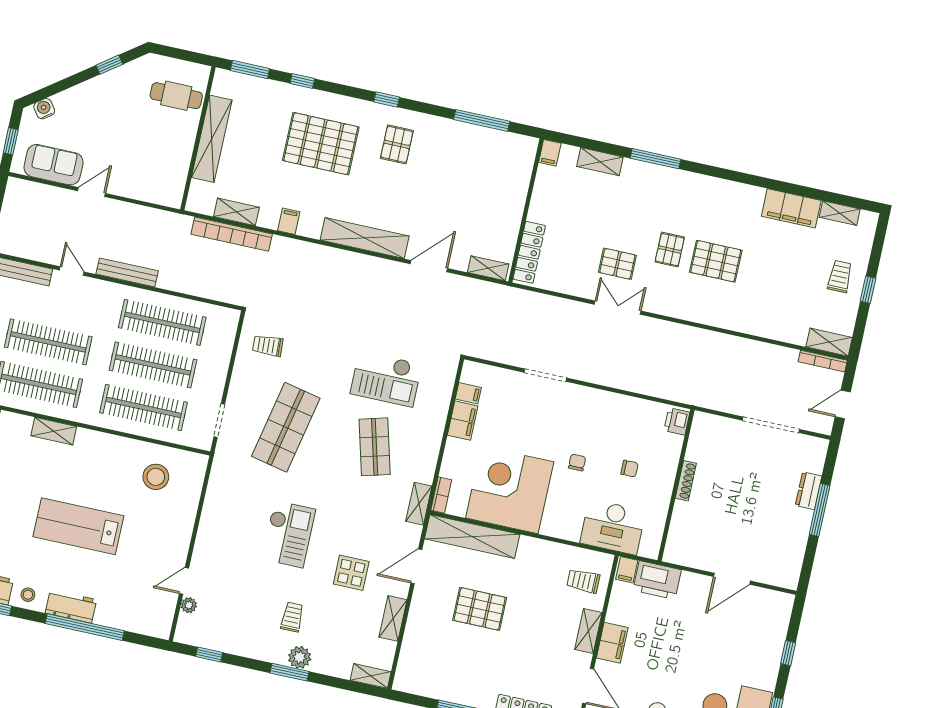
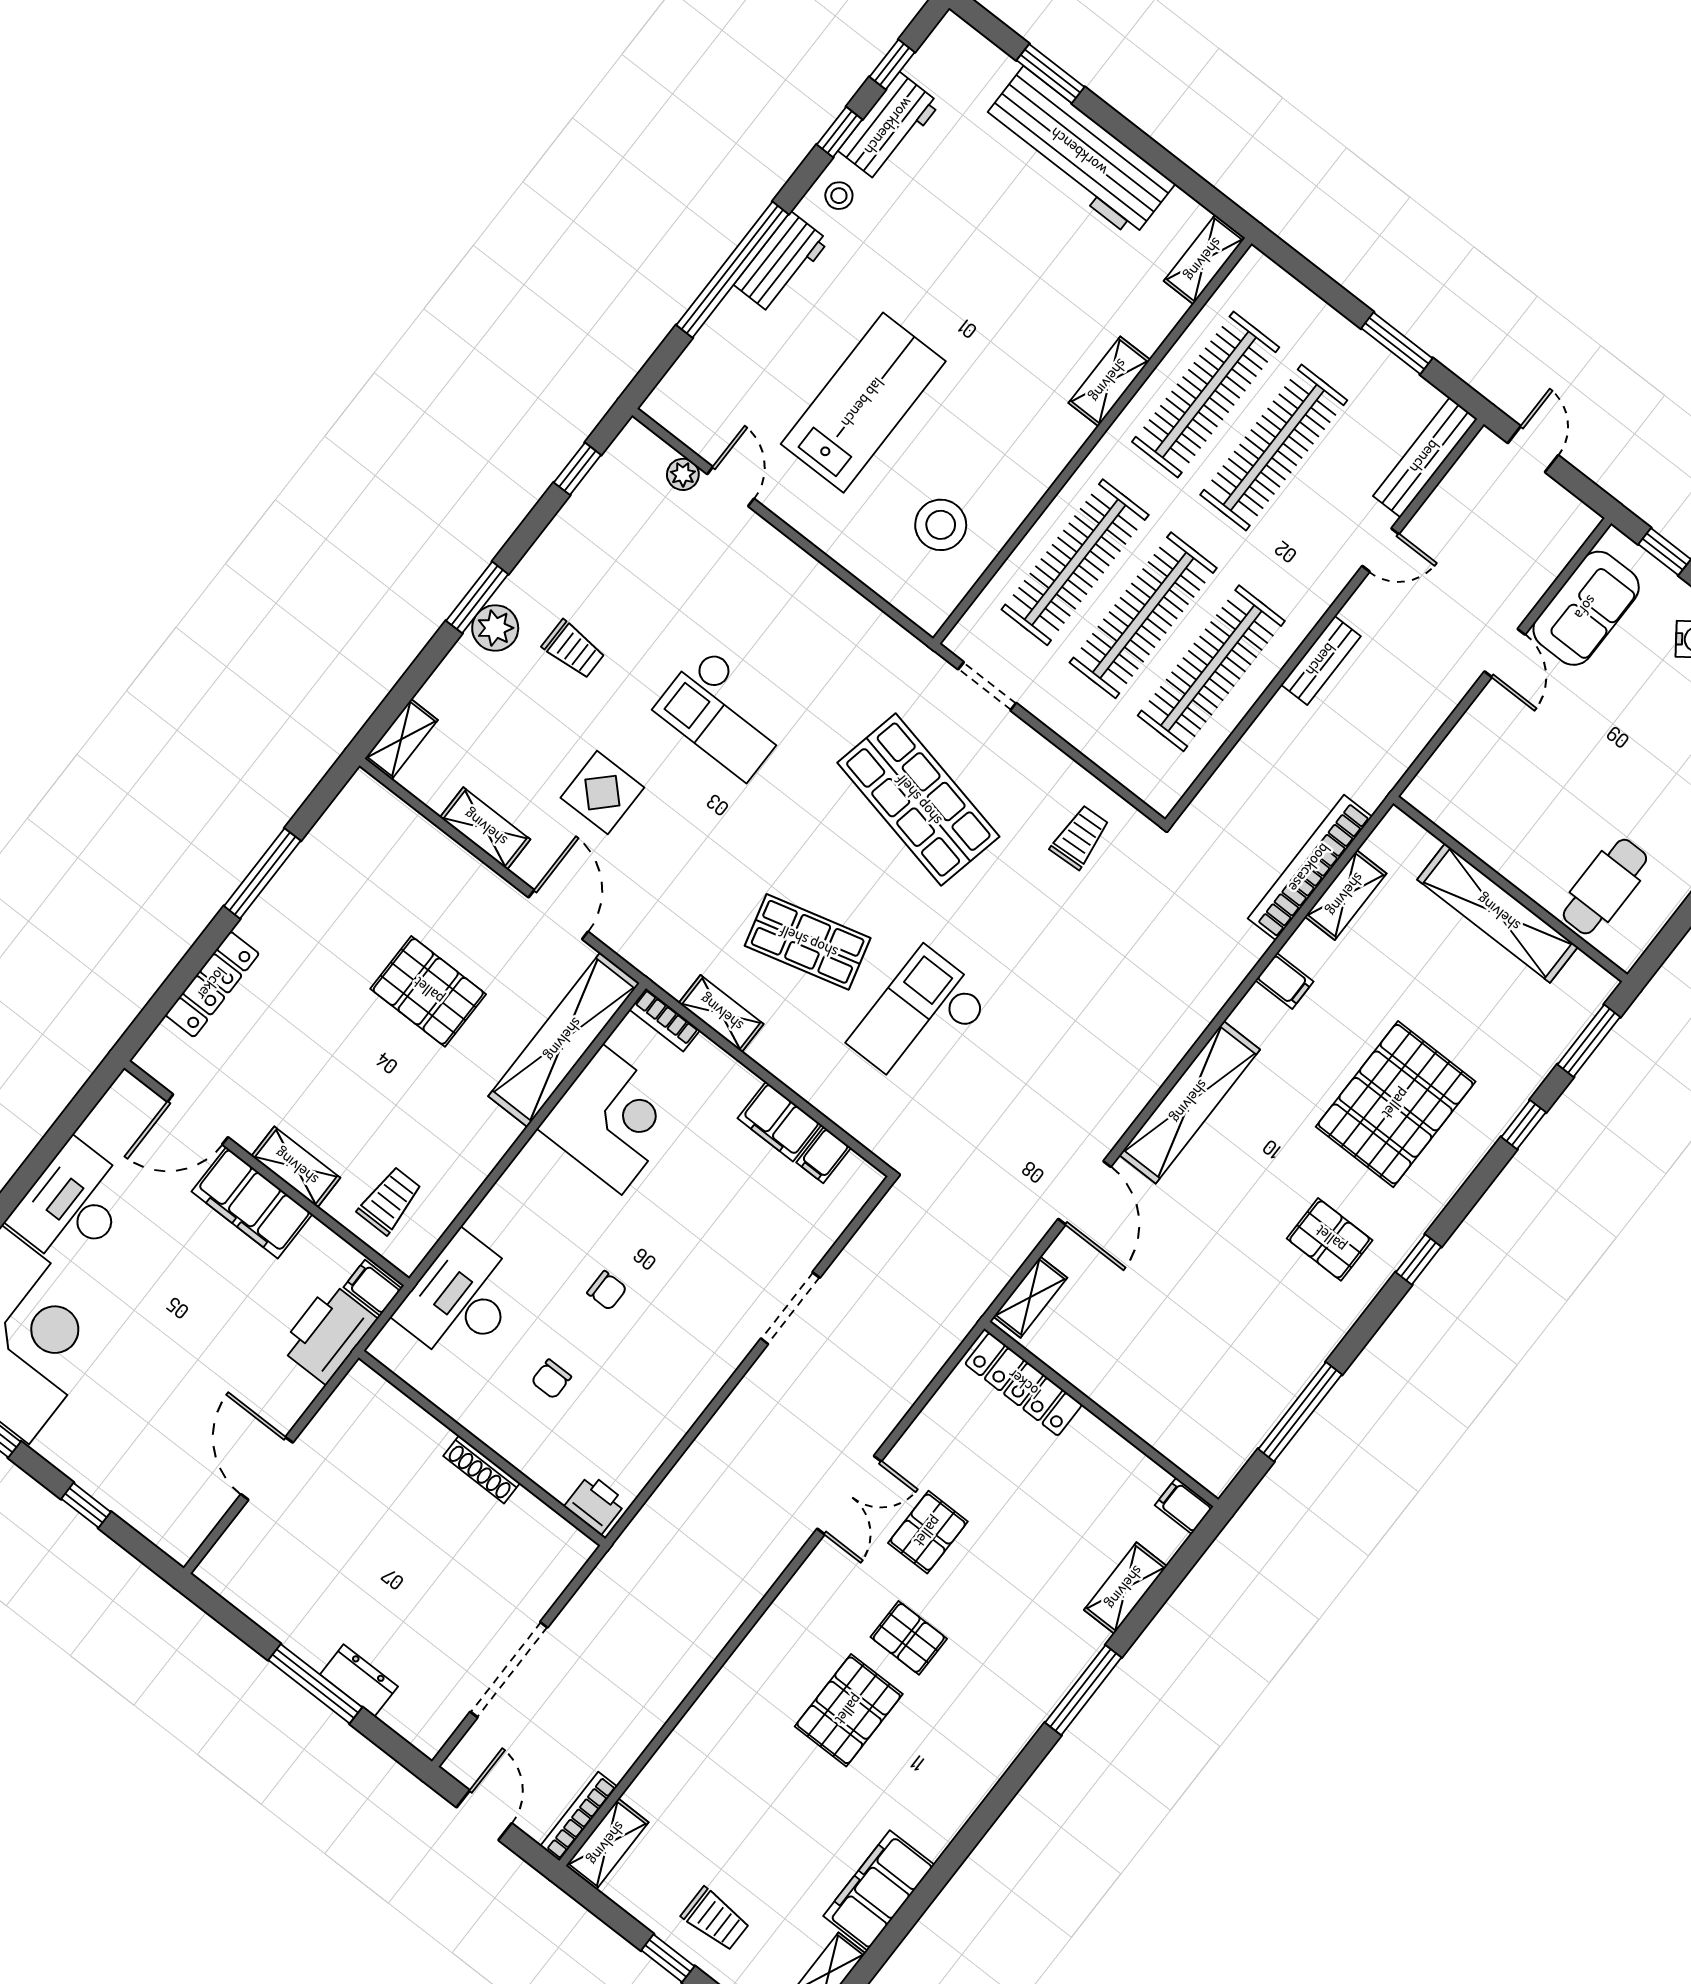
bench: (127, 272) -> (1321, 660), width x0.73
corner desk: (510, 490) -> (612, 1119), width x0.74, depth x0.74
shelving: (419, 504) -> (721, 1013), moved
lab bench: (78, 526) -> (863, 403), moved
pallet: (480, 609) -> (428, 991), turned 90
filing cabinet: (612, 643) -> (252, 1203), width x1.50, depth x1.17

